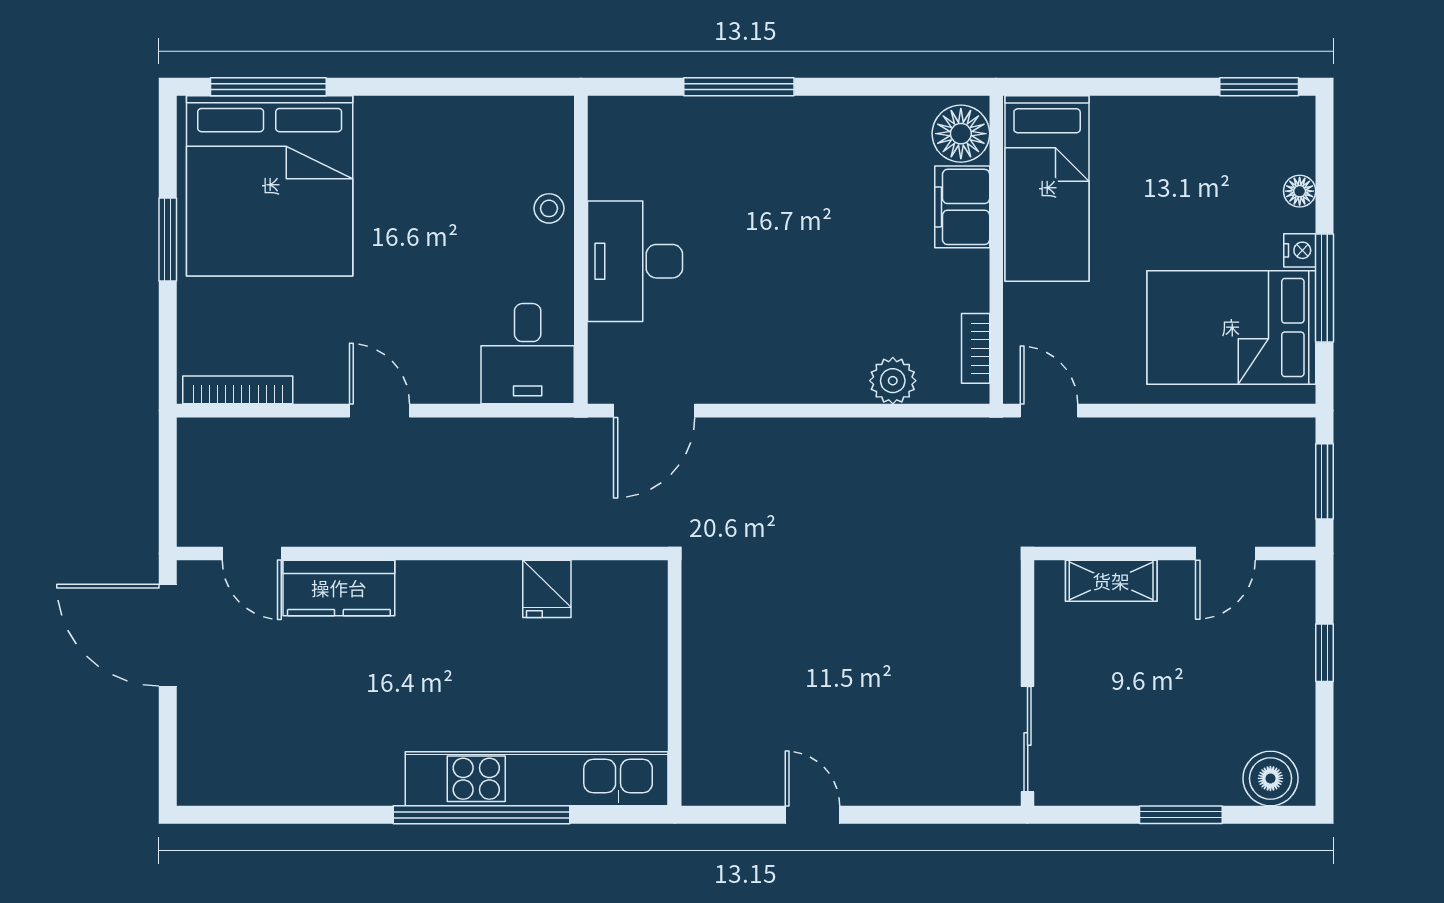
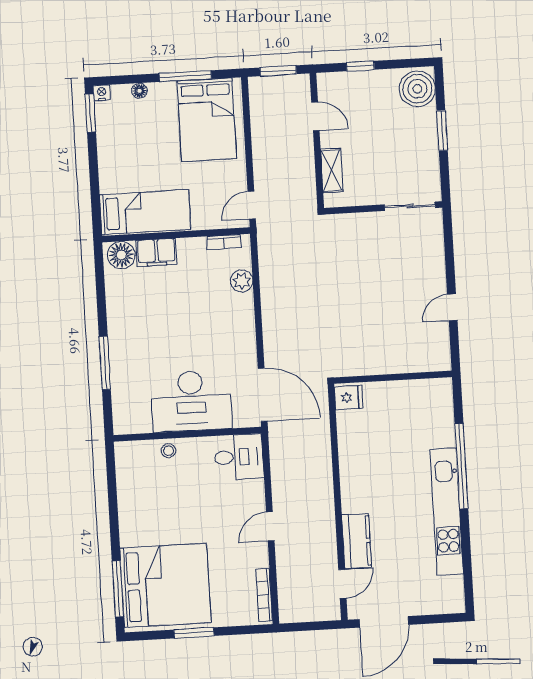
nightstand: (1300, 250) -> (102, 93), moved
desk: (635, 261) -> (191, 401), width x1.36, depth x1.30
door: (654, 411) -> (263, 395), width x1.36
fridge: (547, 589) -> (349, 398), moved
boiler: (1270, 778) -> (417, 89), width x1.37, depth x1.37
kitchen unit: (537, 779) -> (447, 512), moved

